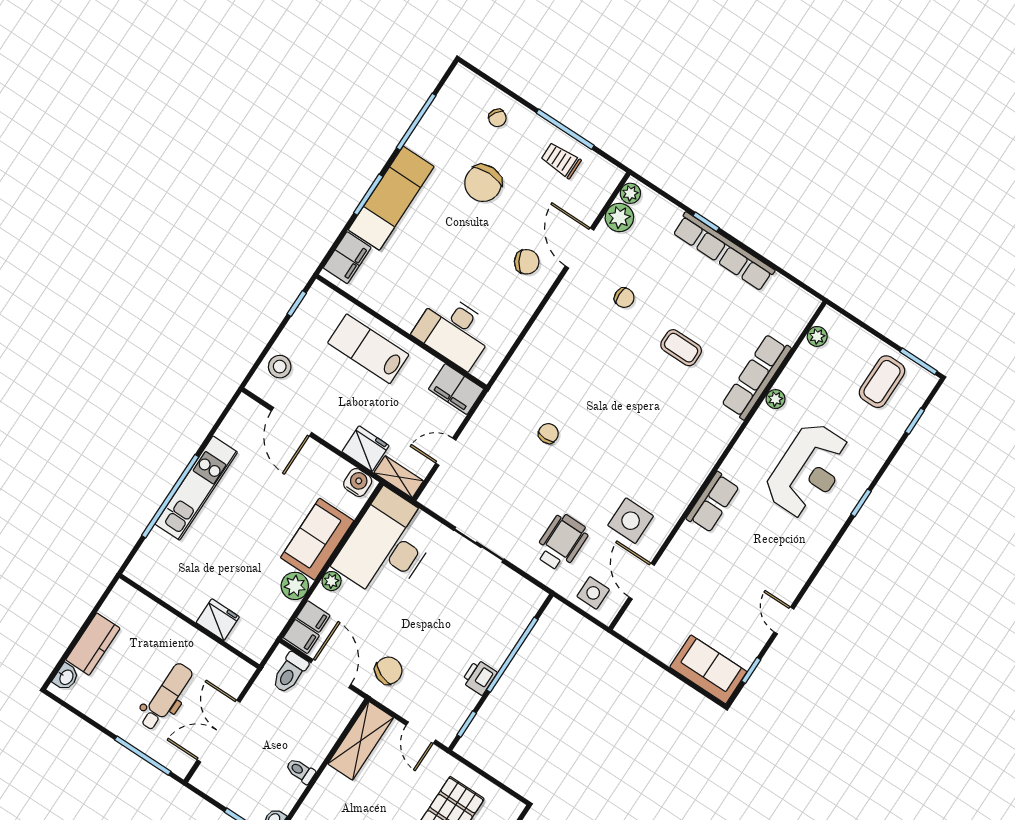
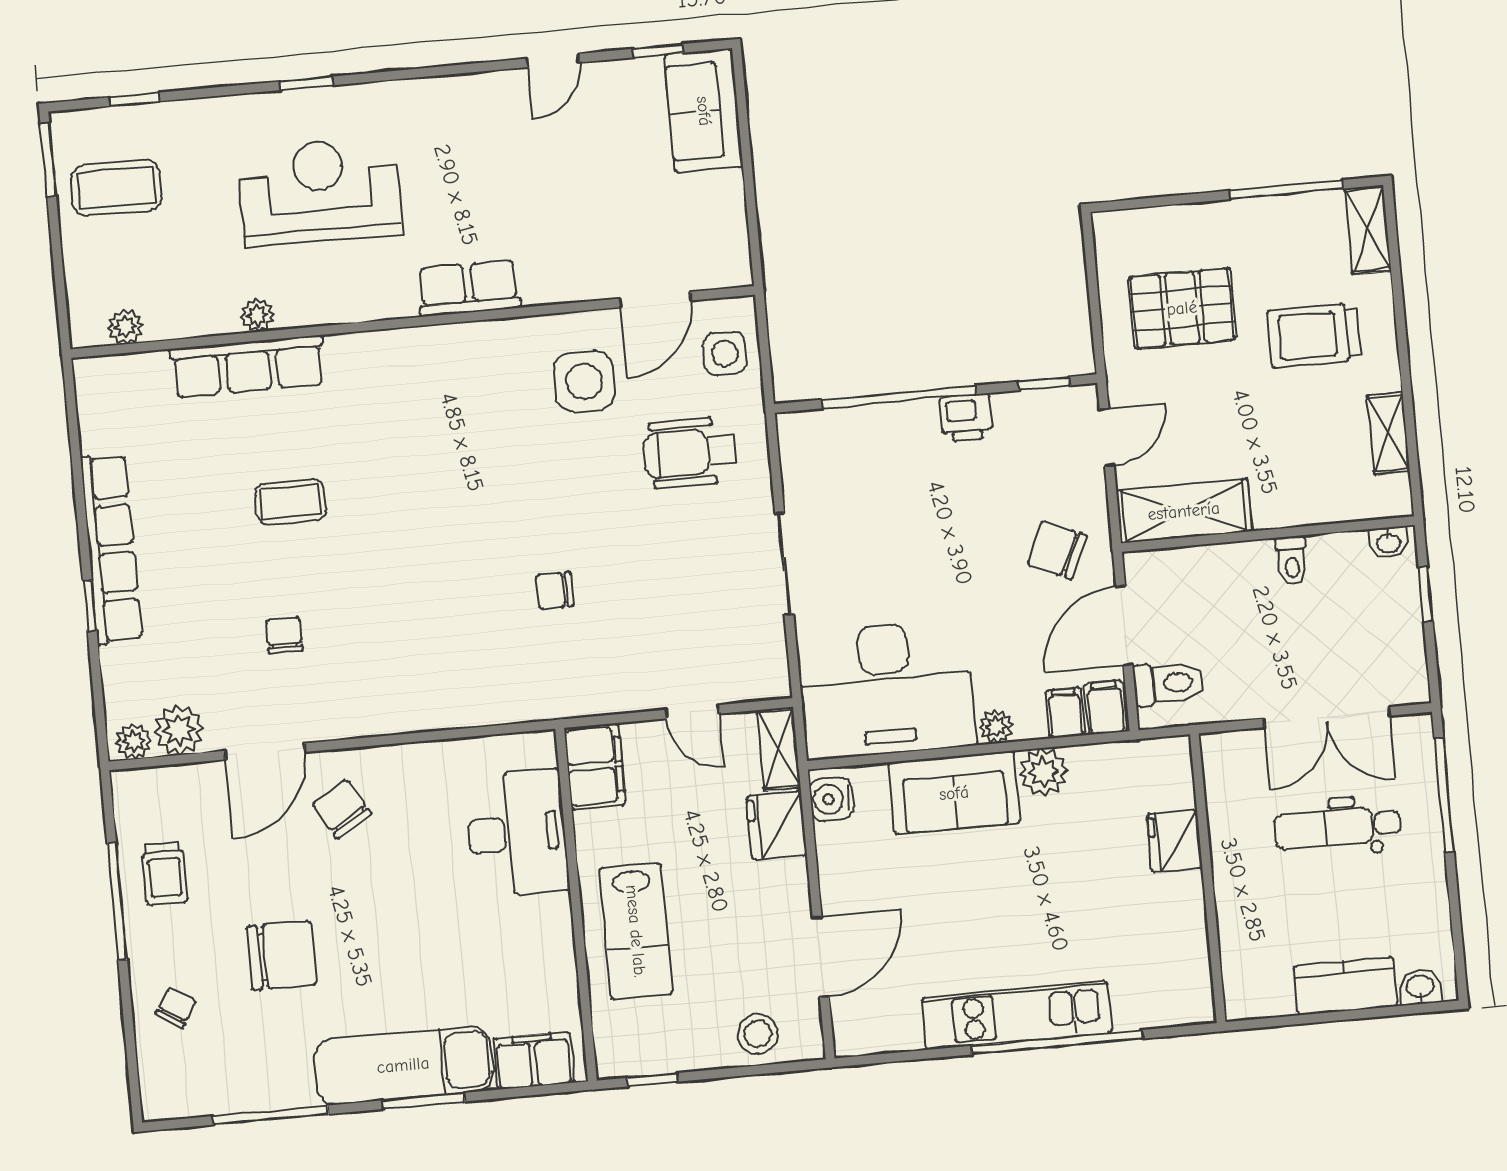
coffee table: (681, 348) -> (290, 502), turned 90

